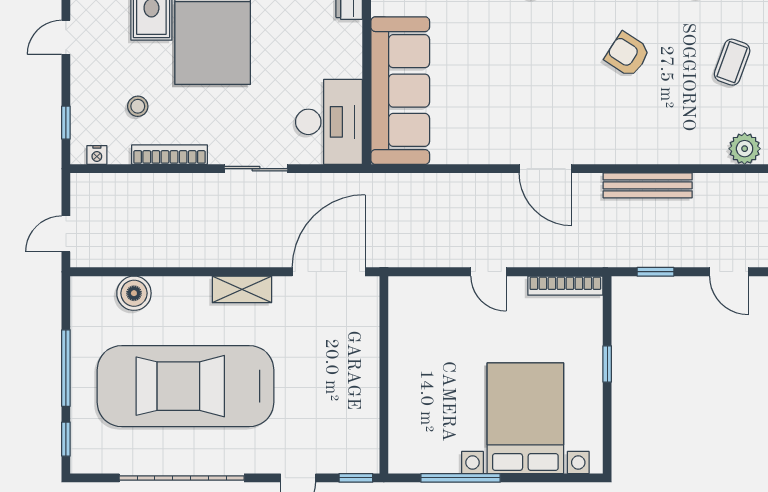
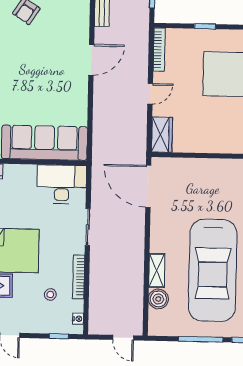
shelving: (242, 289) -> (157, 271), moved
wardrobe: (418, 294) -> (162, 135), added

